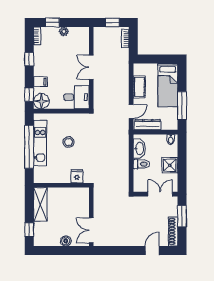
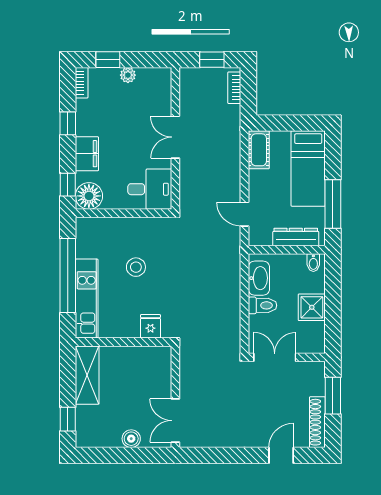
filing cabinet: (40, 82) -> (87, 154), width x2.00
cot: (139, 87) -> (259, 150), moved
door: (131, 112) -> (245, 214), swing flipped
dresser: (148, 125) -> (296, 237), moved
kitchen unit: (40, 143) -> (87, 299), moved
double door: (160, 194) -> (275, 357), moved

